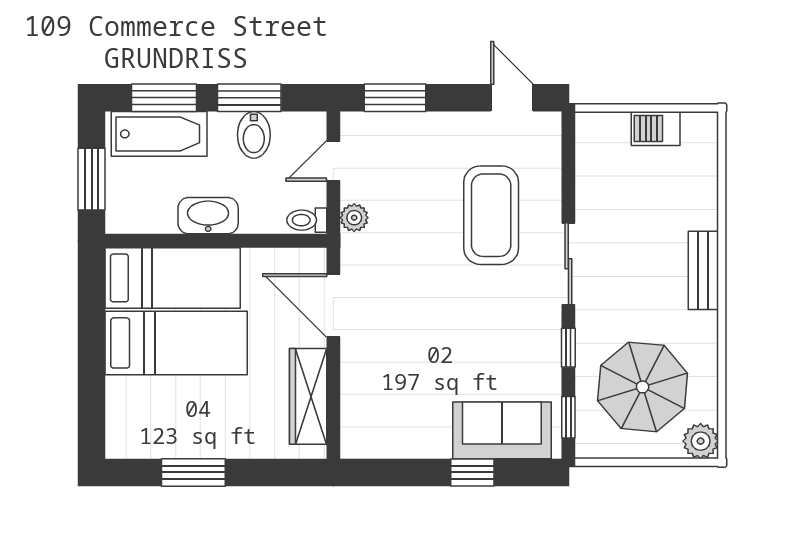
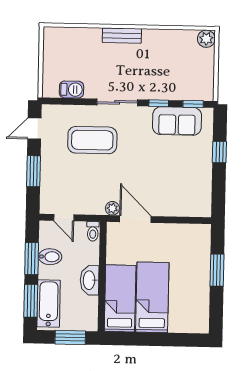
window: (395, 98) -> (33, 171), moved
barbecue: (656, 129) -> (71, 90), moved, turned -90
plant: (354, 218) -> (112, 208), moved
door: (333, 306) -> (135, 219), swing flipped
parasol: (643, 387) -> (179, 67), removed
wardrobe: (308, 396) -> (180, 233), removed
sofa: (502, 430) -> (177, 121), moved, turned -90
window: (193, 472) -> (217, 270), moved

